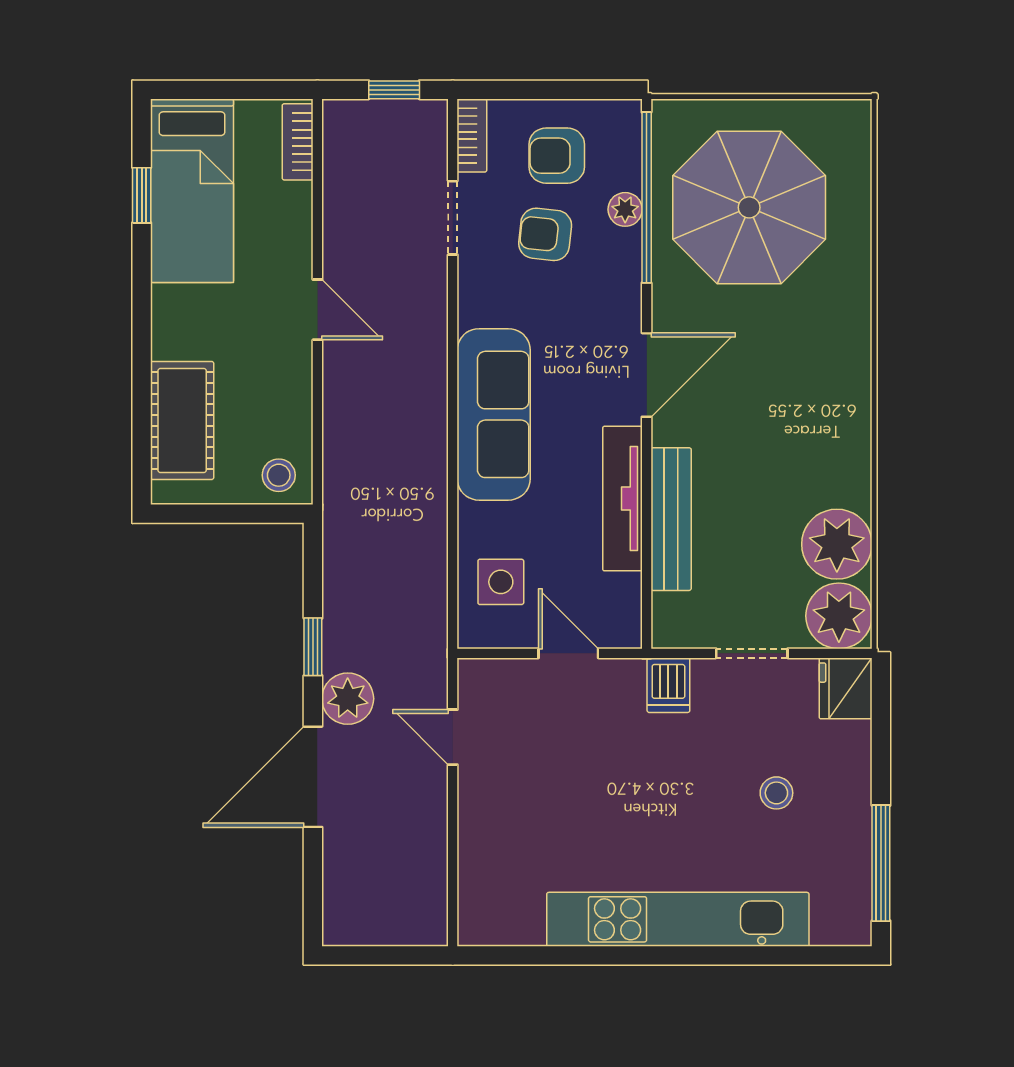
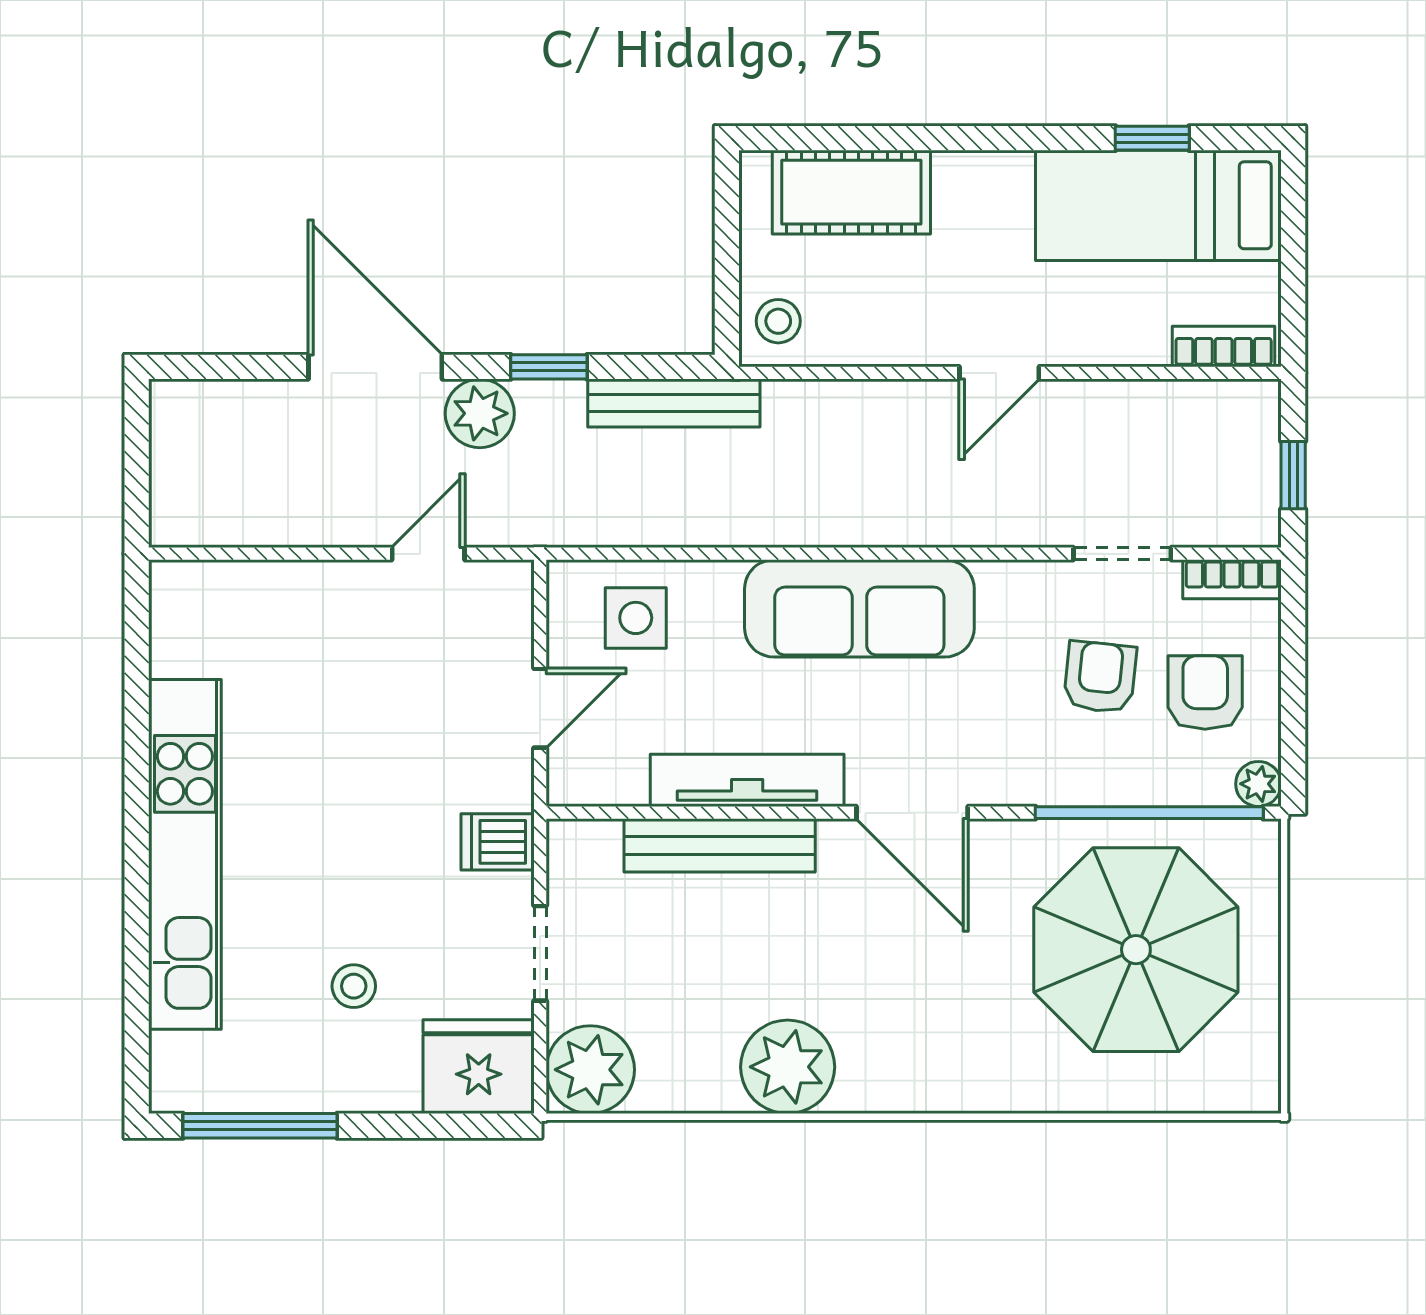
plant: (625, 209) -> (1258, 784), moved
plant: (837, 544) -> (788, 1067), moved
bench: (340, 553) -> (674, 403), added
fridge: (846, 688) -> (479, 1067), width x1.36, depth x1.34

